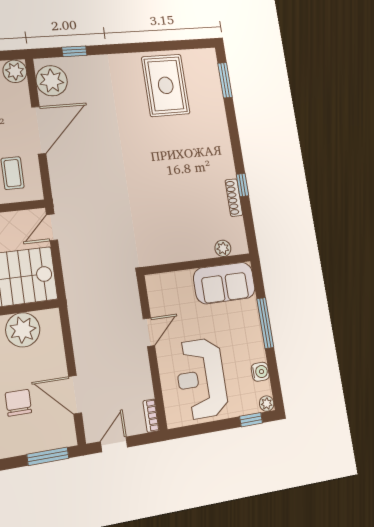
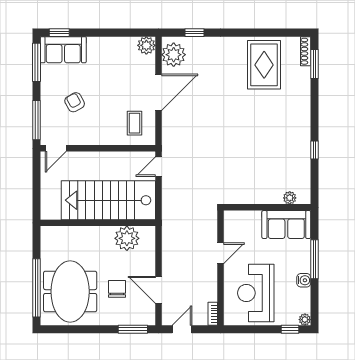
shoe rack: (234, 198) -> (306, 51), moved
water cooler: (260, 372) -> (304, 280), moved

